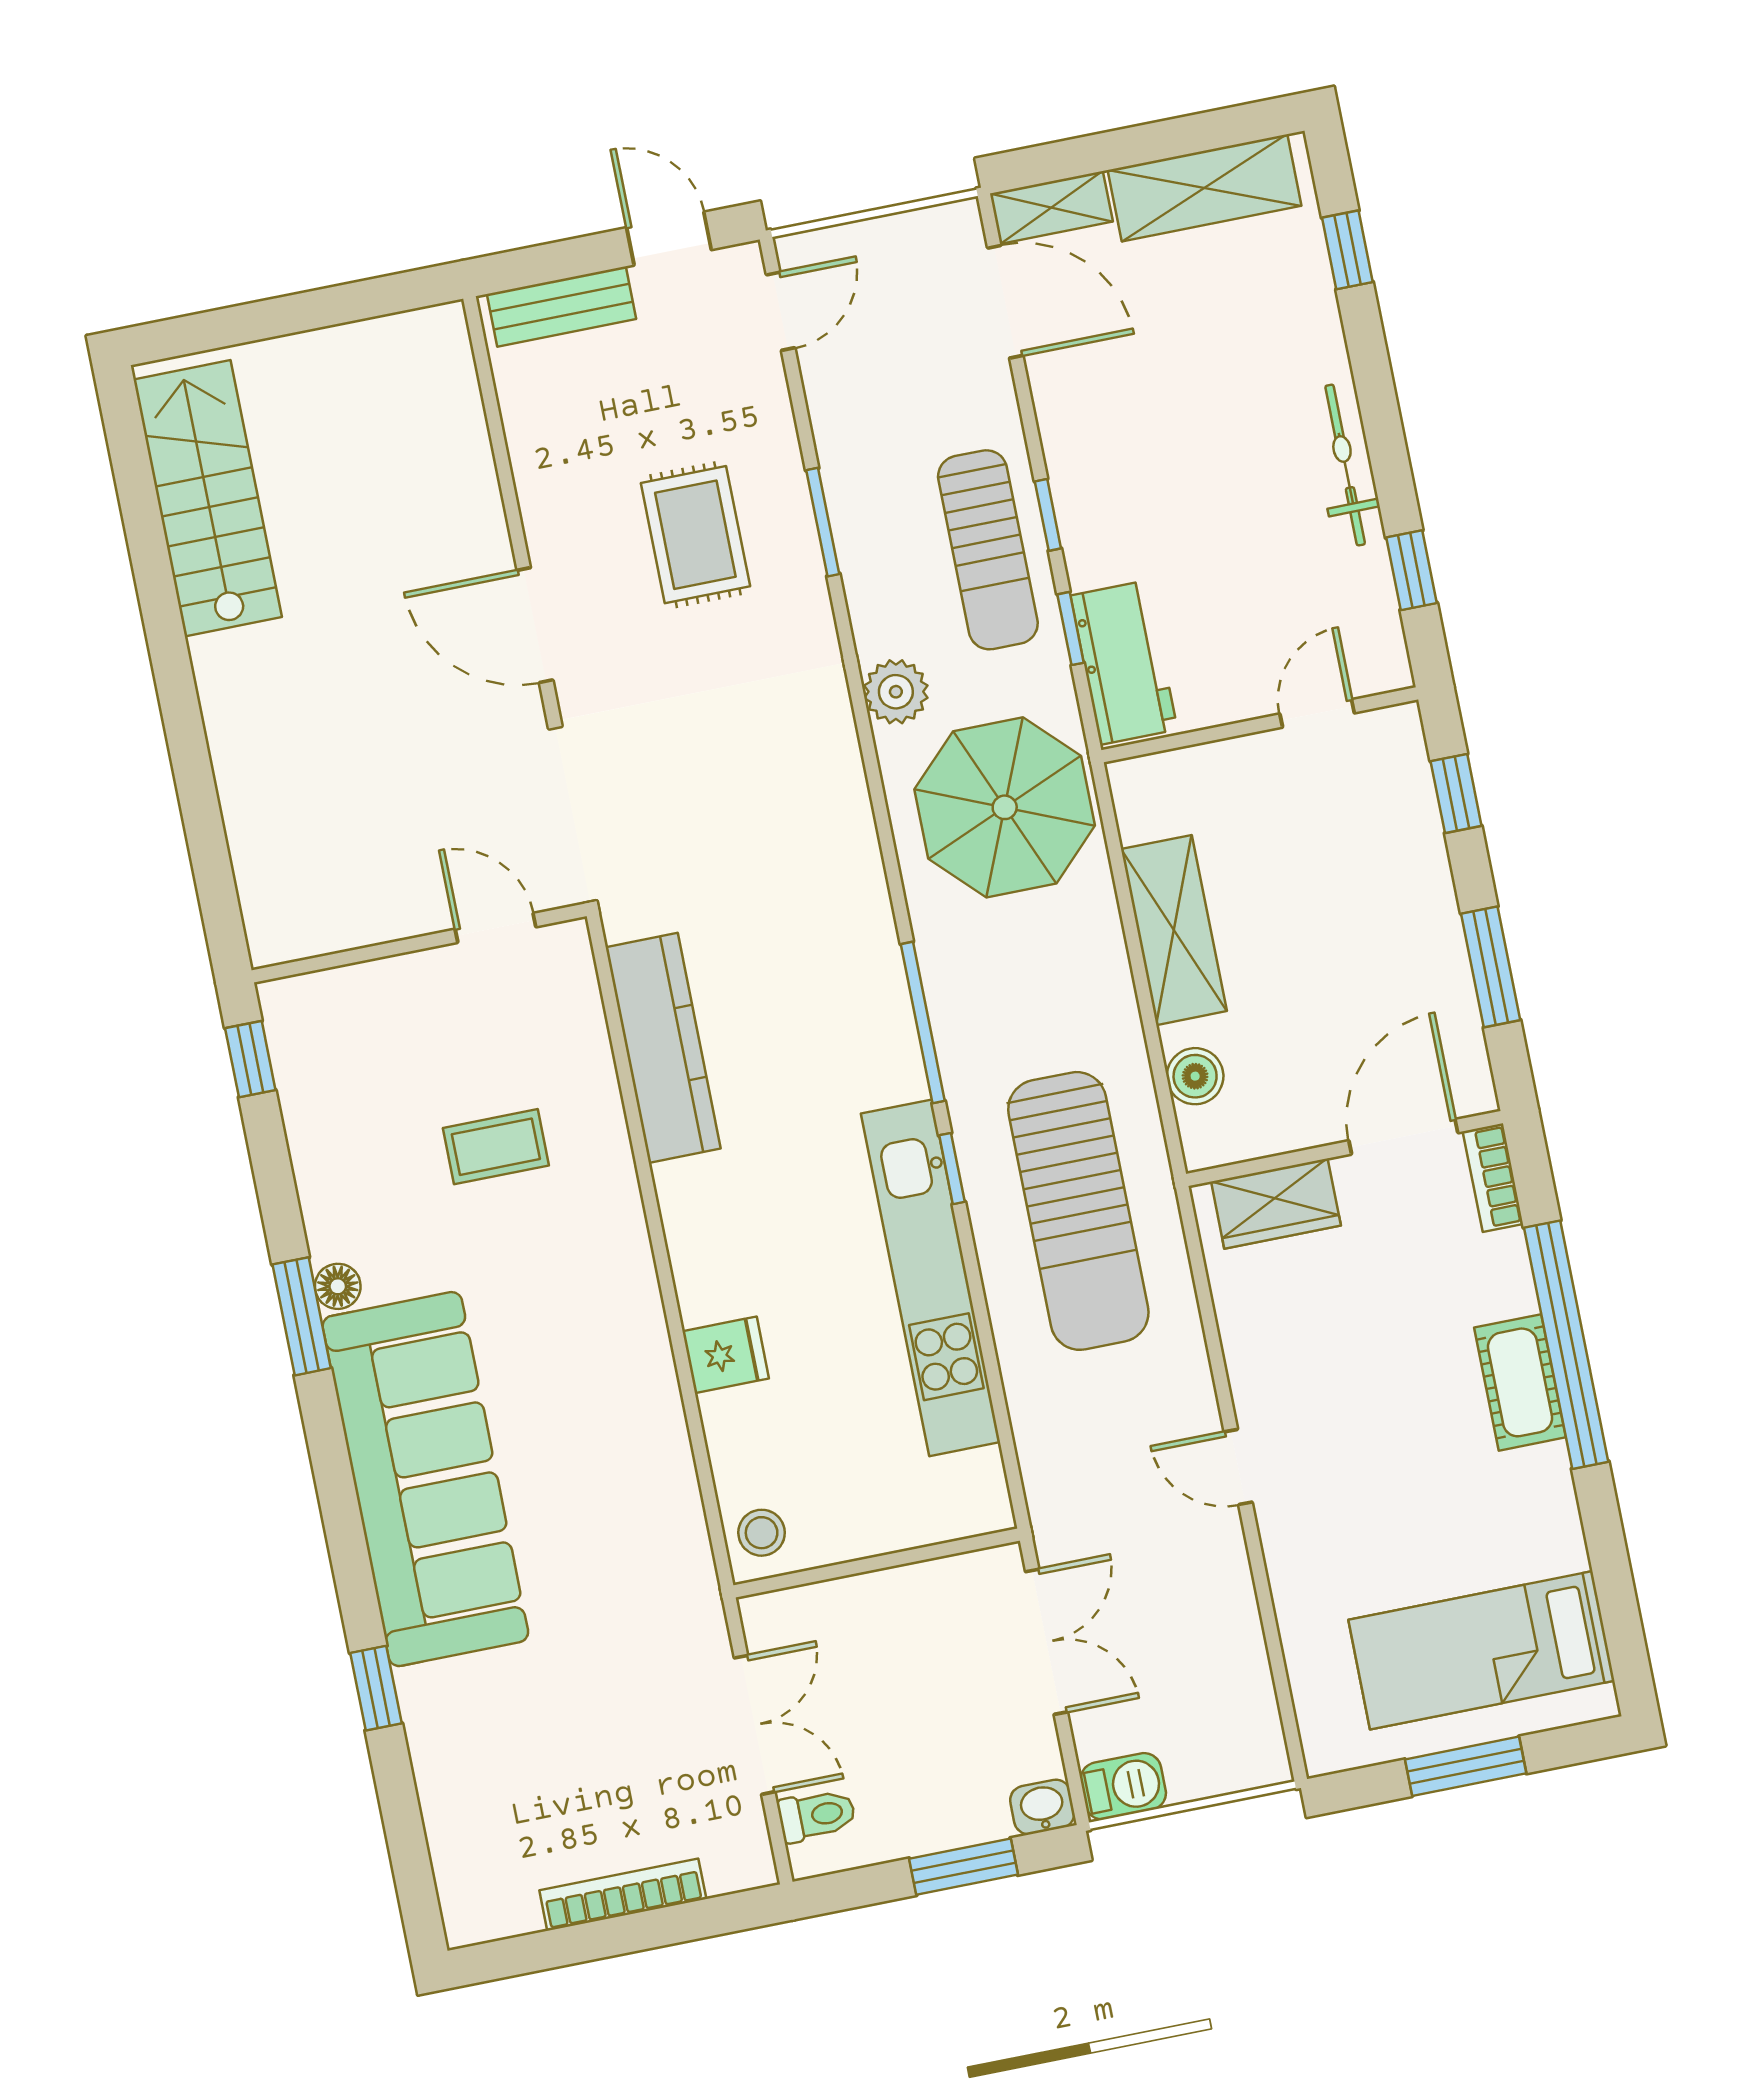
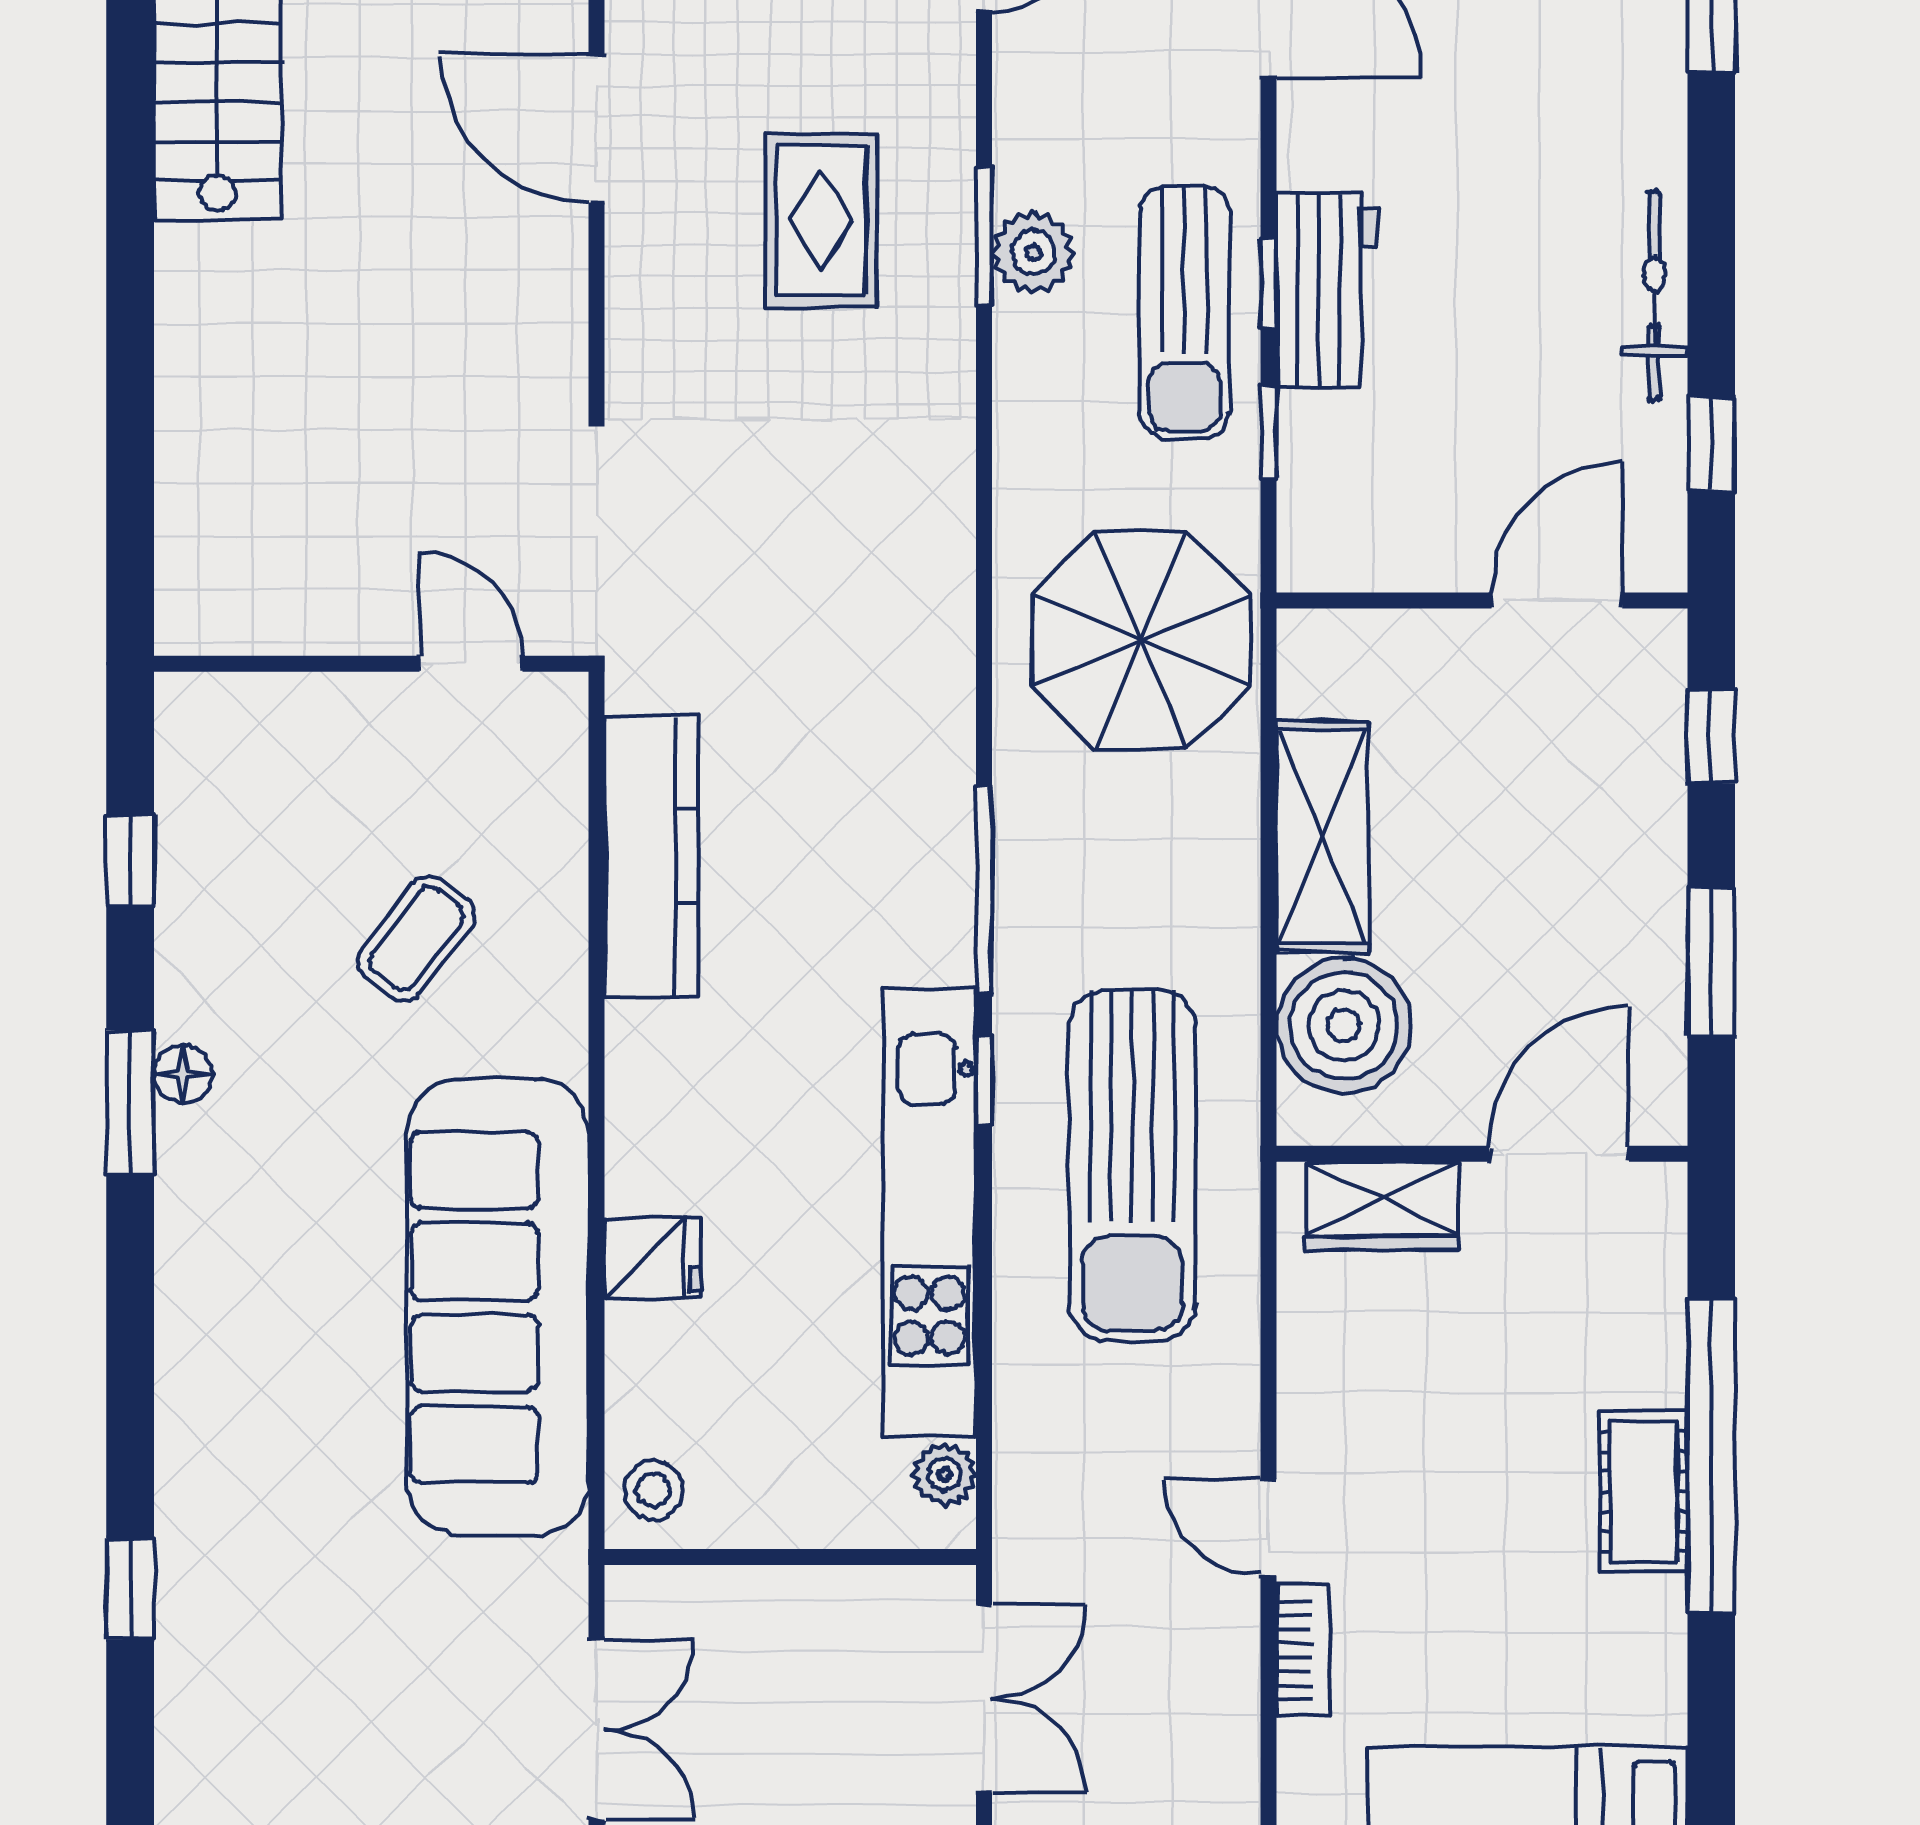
door: (535, 625) -> (597, 129), moved
workbench: (1124, 662) -> (1327, 290), moved
plant: (896, 692) -> (1033, 252), moved
door: (1317, 713) -> (1557, 600), width x1.38
window: (250, 1059) -> (130, 860), moved
boiler: (1195, 1076) -> (1344, 1025), width x1.86, depth x1.86
coffee table: (496, 1147) -> (417, 939), turned -52
bookcase: (1493, 1178) -> (1303, 1650), moved, turned 180
plant: (982, 1476) -> (944, 1474), added
sofa: (425, 1479) -> (498, 1307), moved, turned 180

